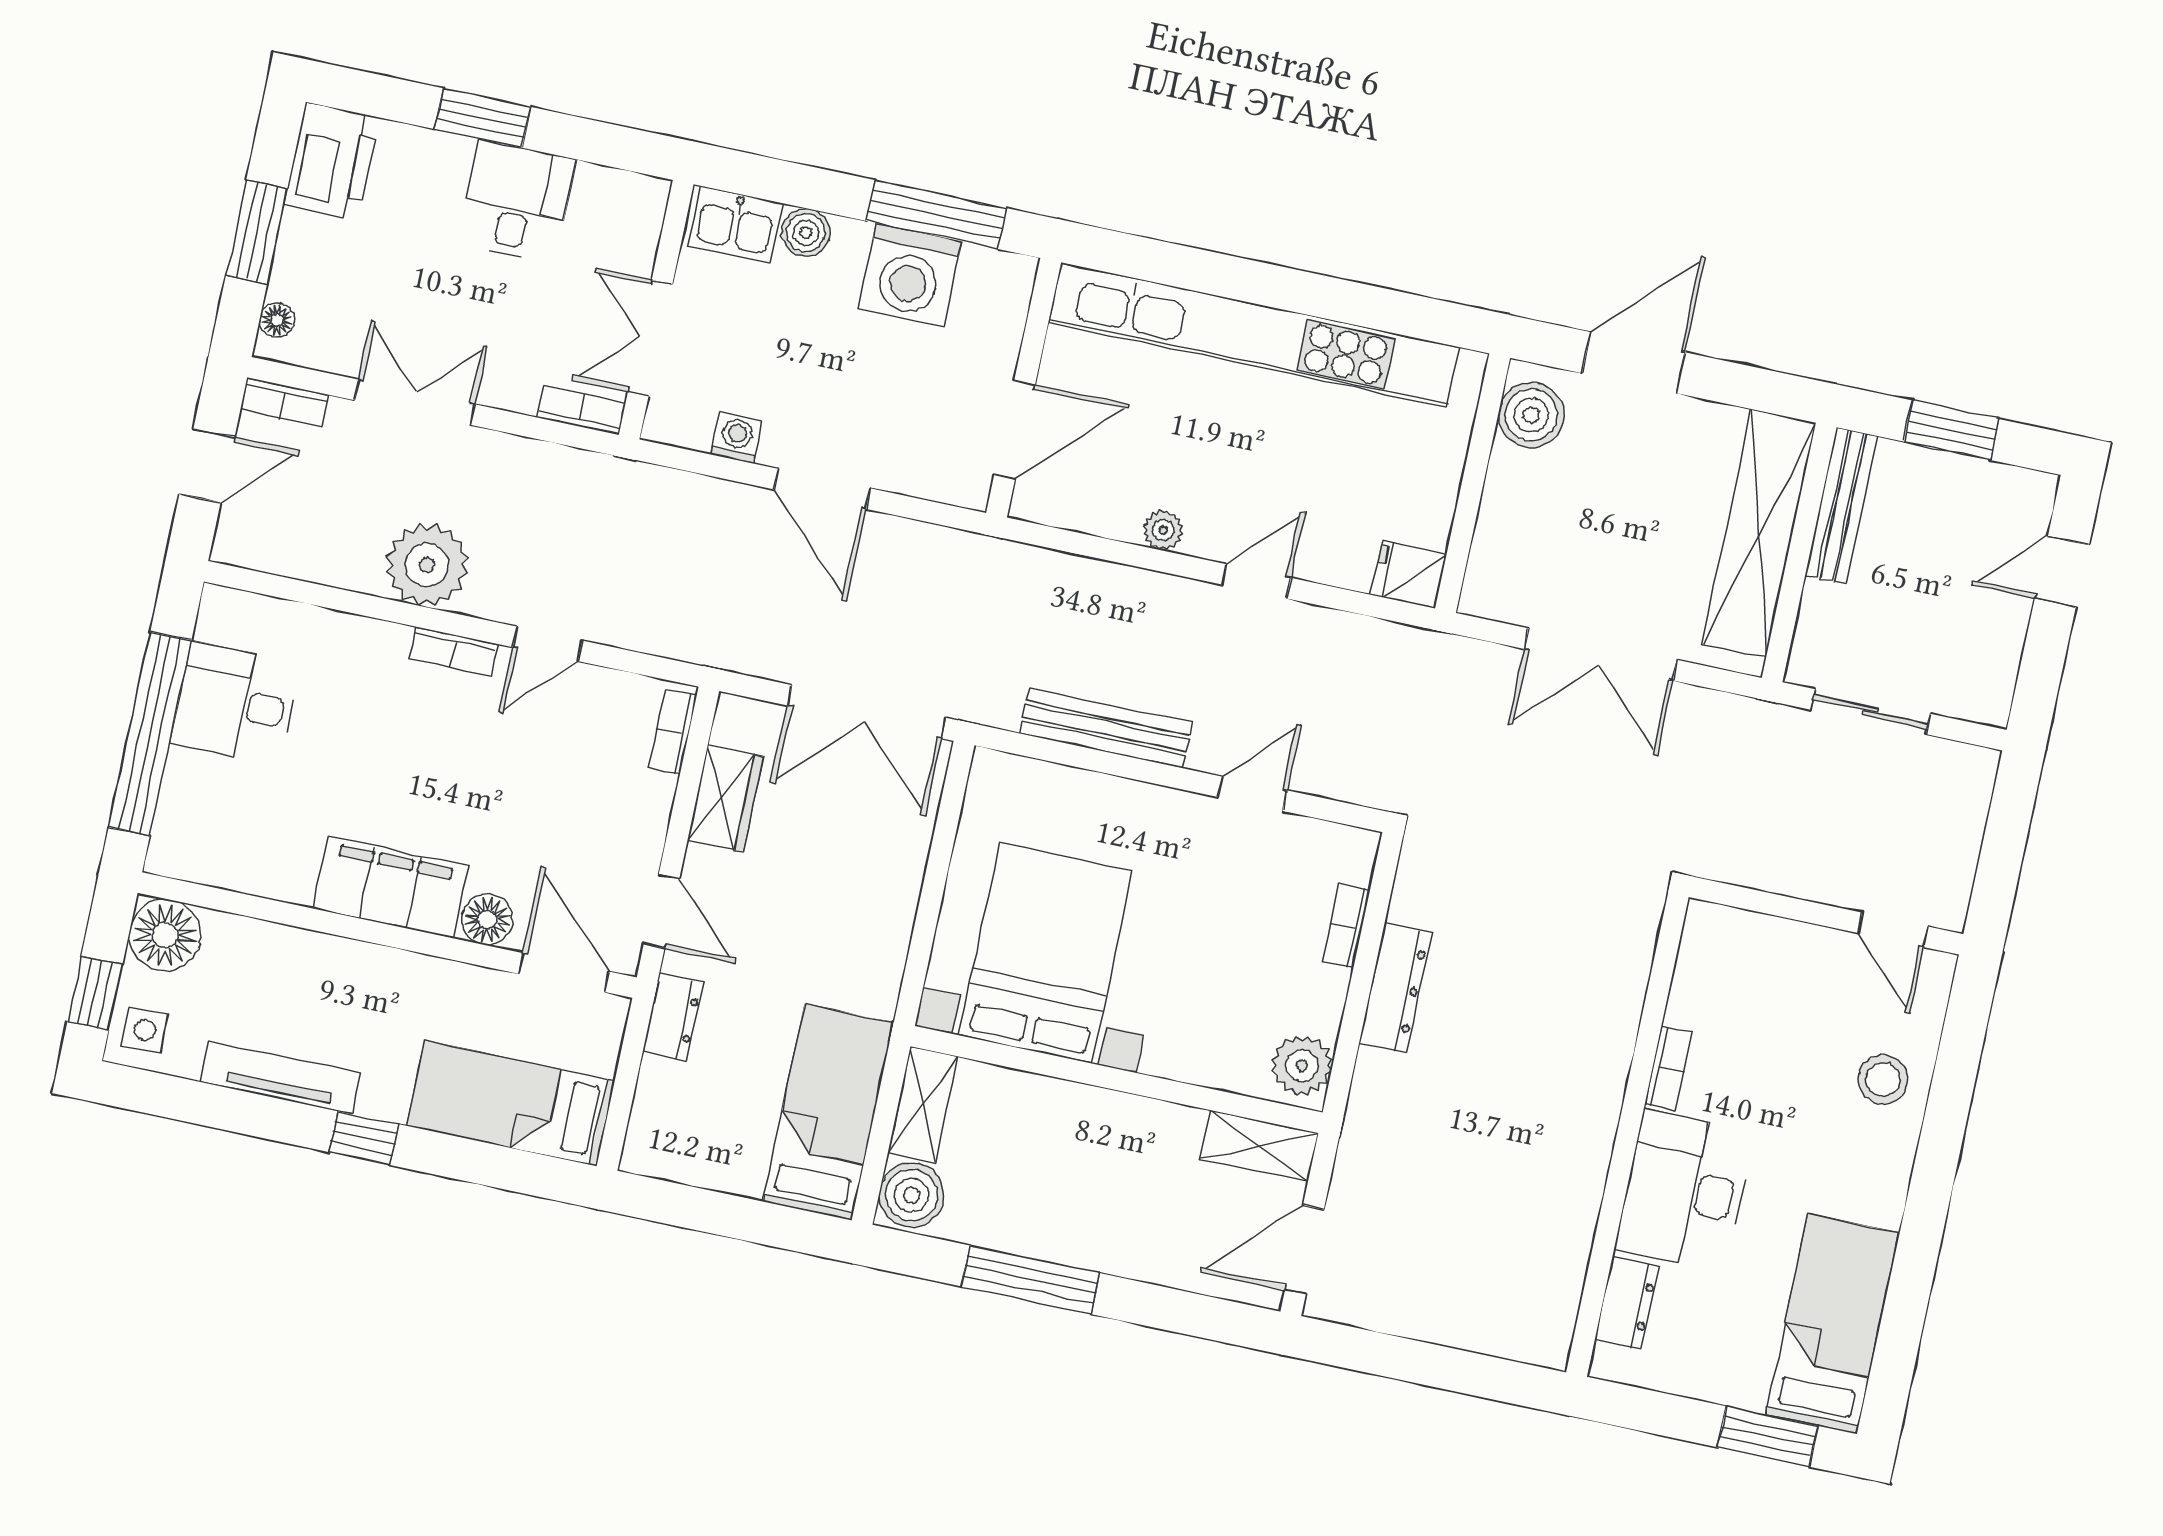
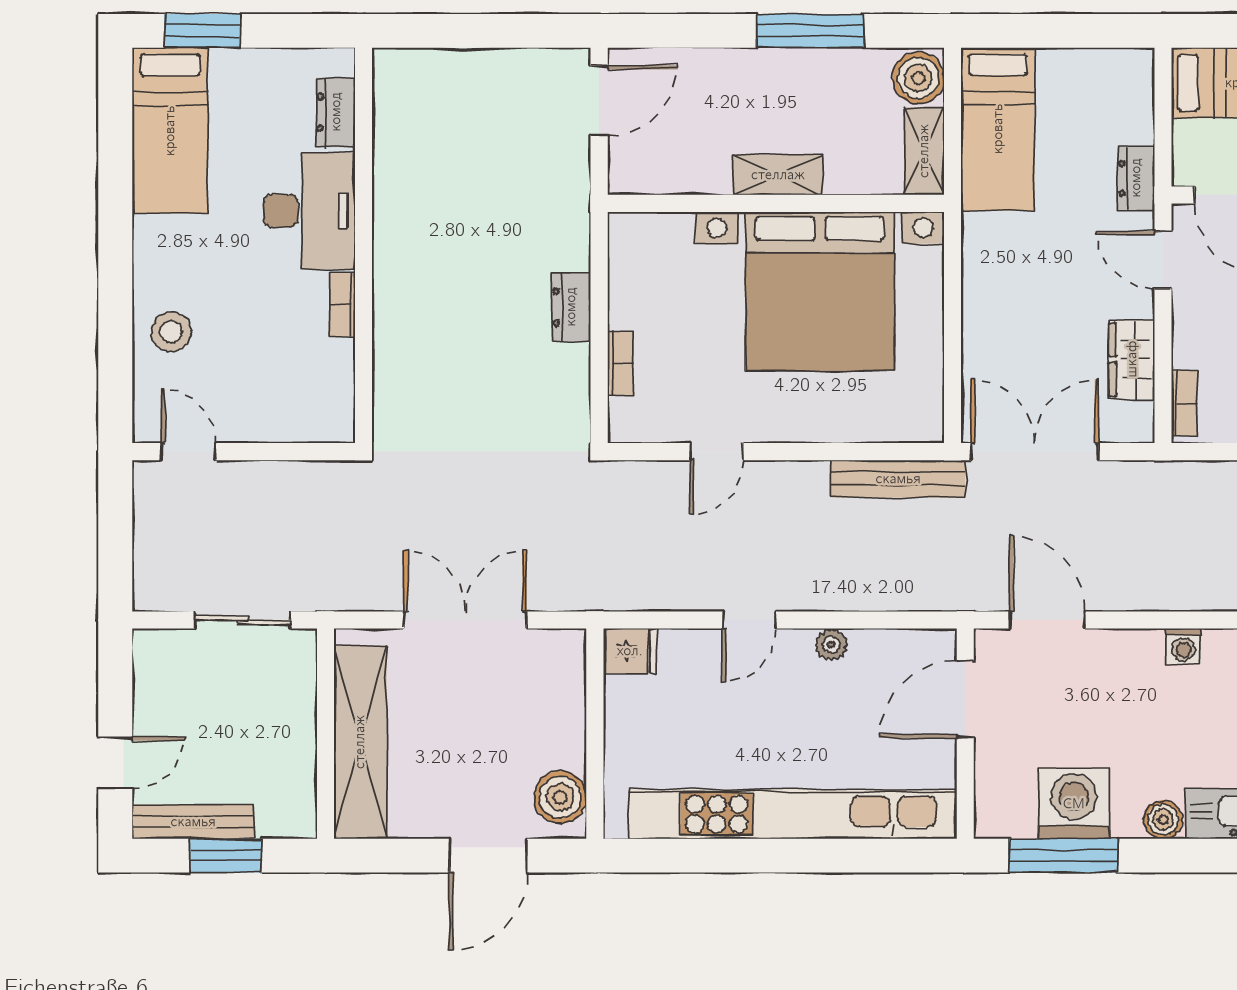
door: (822, 489) -> (1047, 620), moved
bench: (1841, 505) -> (193, 822), moved, turned 90
bench: (1106, 728) -> (898, 479), moved
bed with nightstands: (1046, 953) -> (820, 291), width x1.36
dresser: (1395, 988) -> (571, 307), width x0.70
plant: (1302, 1065) -> (632, 246), removed
shelving: (1259, 1146) -> (778, 175), moved

